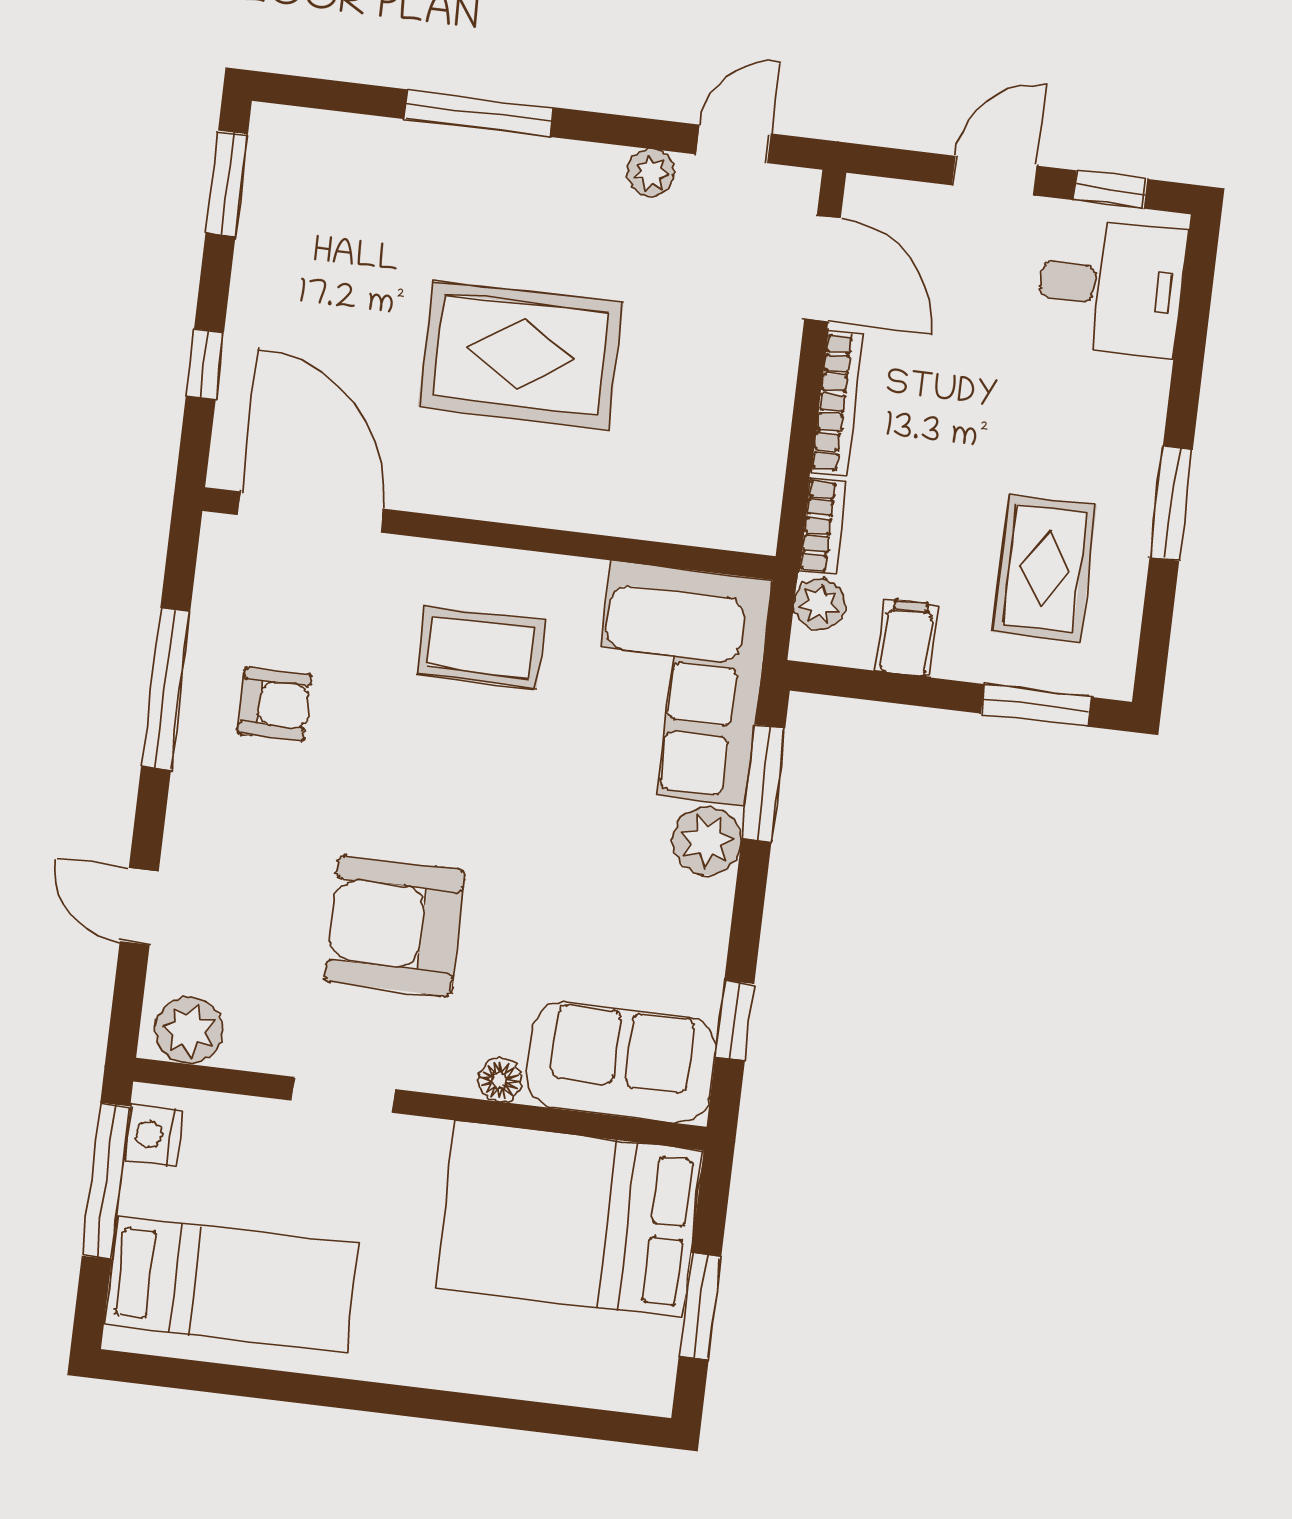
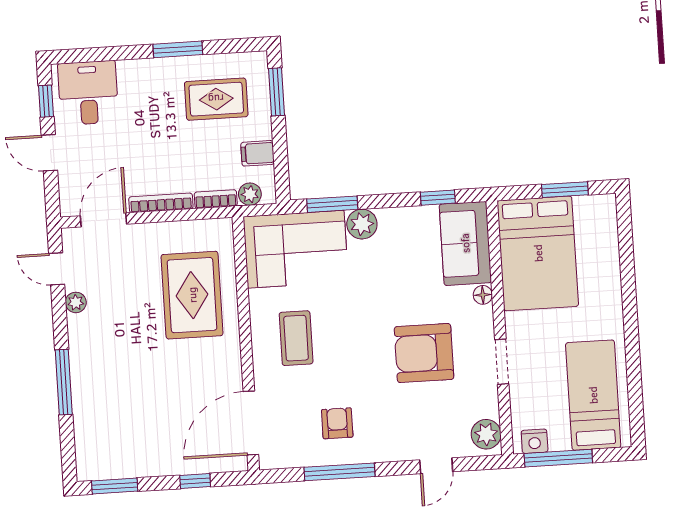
rug: (521, 355) -> (192, 295), moved
armchair: (395, 926) -> (424, 353), turned 90

